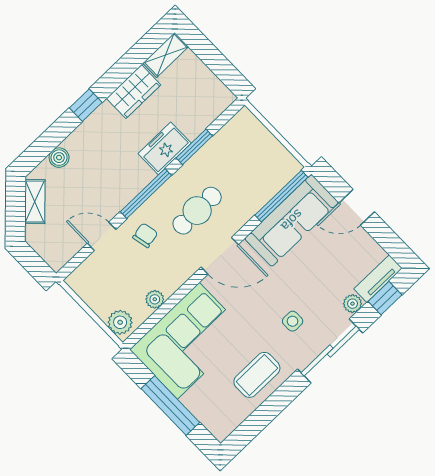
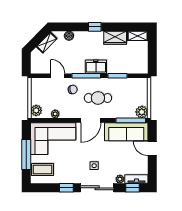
freezer: (165, 148) -> (96, 67), moved
plant: (286, 167) -> (142, 112), added
door: (220, 256) -> (91, 120), hinge flipped
coffee table: (257, 375) -> (43, 169), moved
window: (283, 397) -> (66, 188), added

